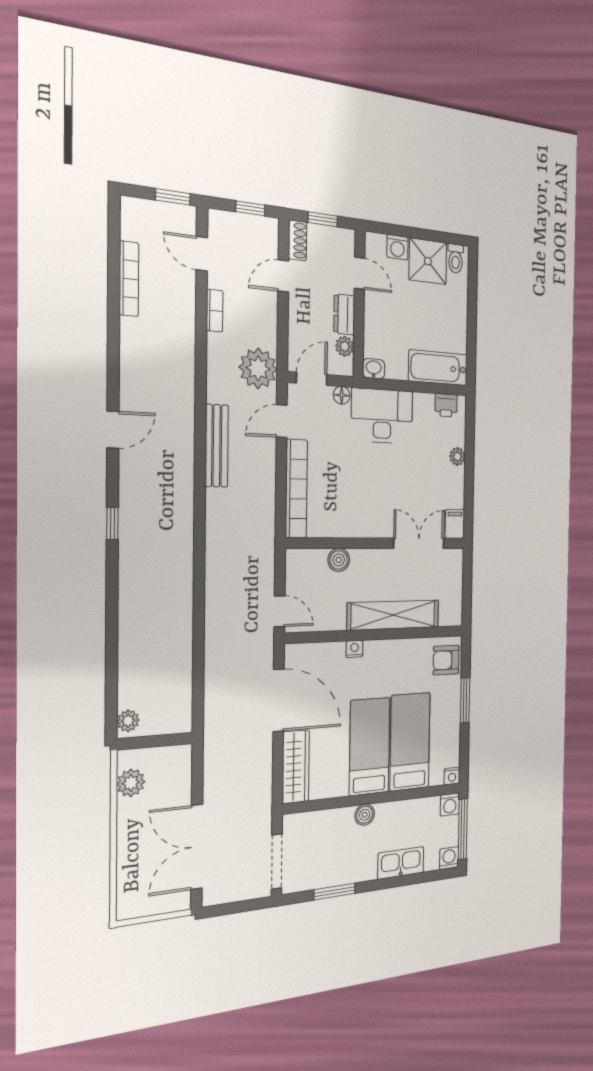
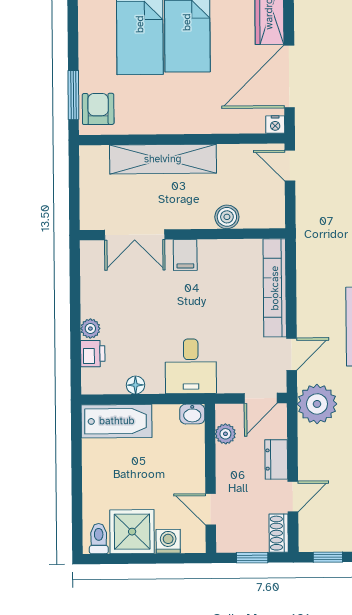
dresser: (344, 314) -> (276, 459), moved, turned 180
floor lamp: (342, 395) -> (135, 385), moved
printer: (446, 405) -> (93, 354), moved, turned 90
desk: (382, 416) -> (191, 366), width x0.73
filing cabinet: (455, 524) -> (185, 255), moved
nightstand: (354, 649) -> (275, 124), moved
armchair: (446, 660) -> (98, 109), turned -90
door: (278, 700) -> (289, 76), hinge flipped
window: (465, 700) -> (73, 95), moved

